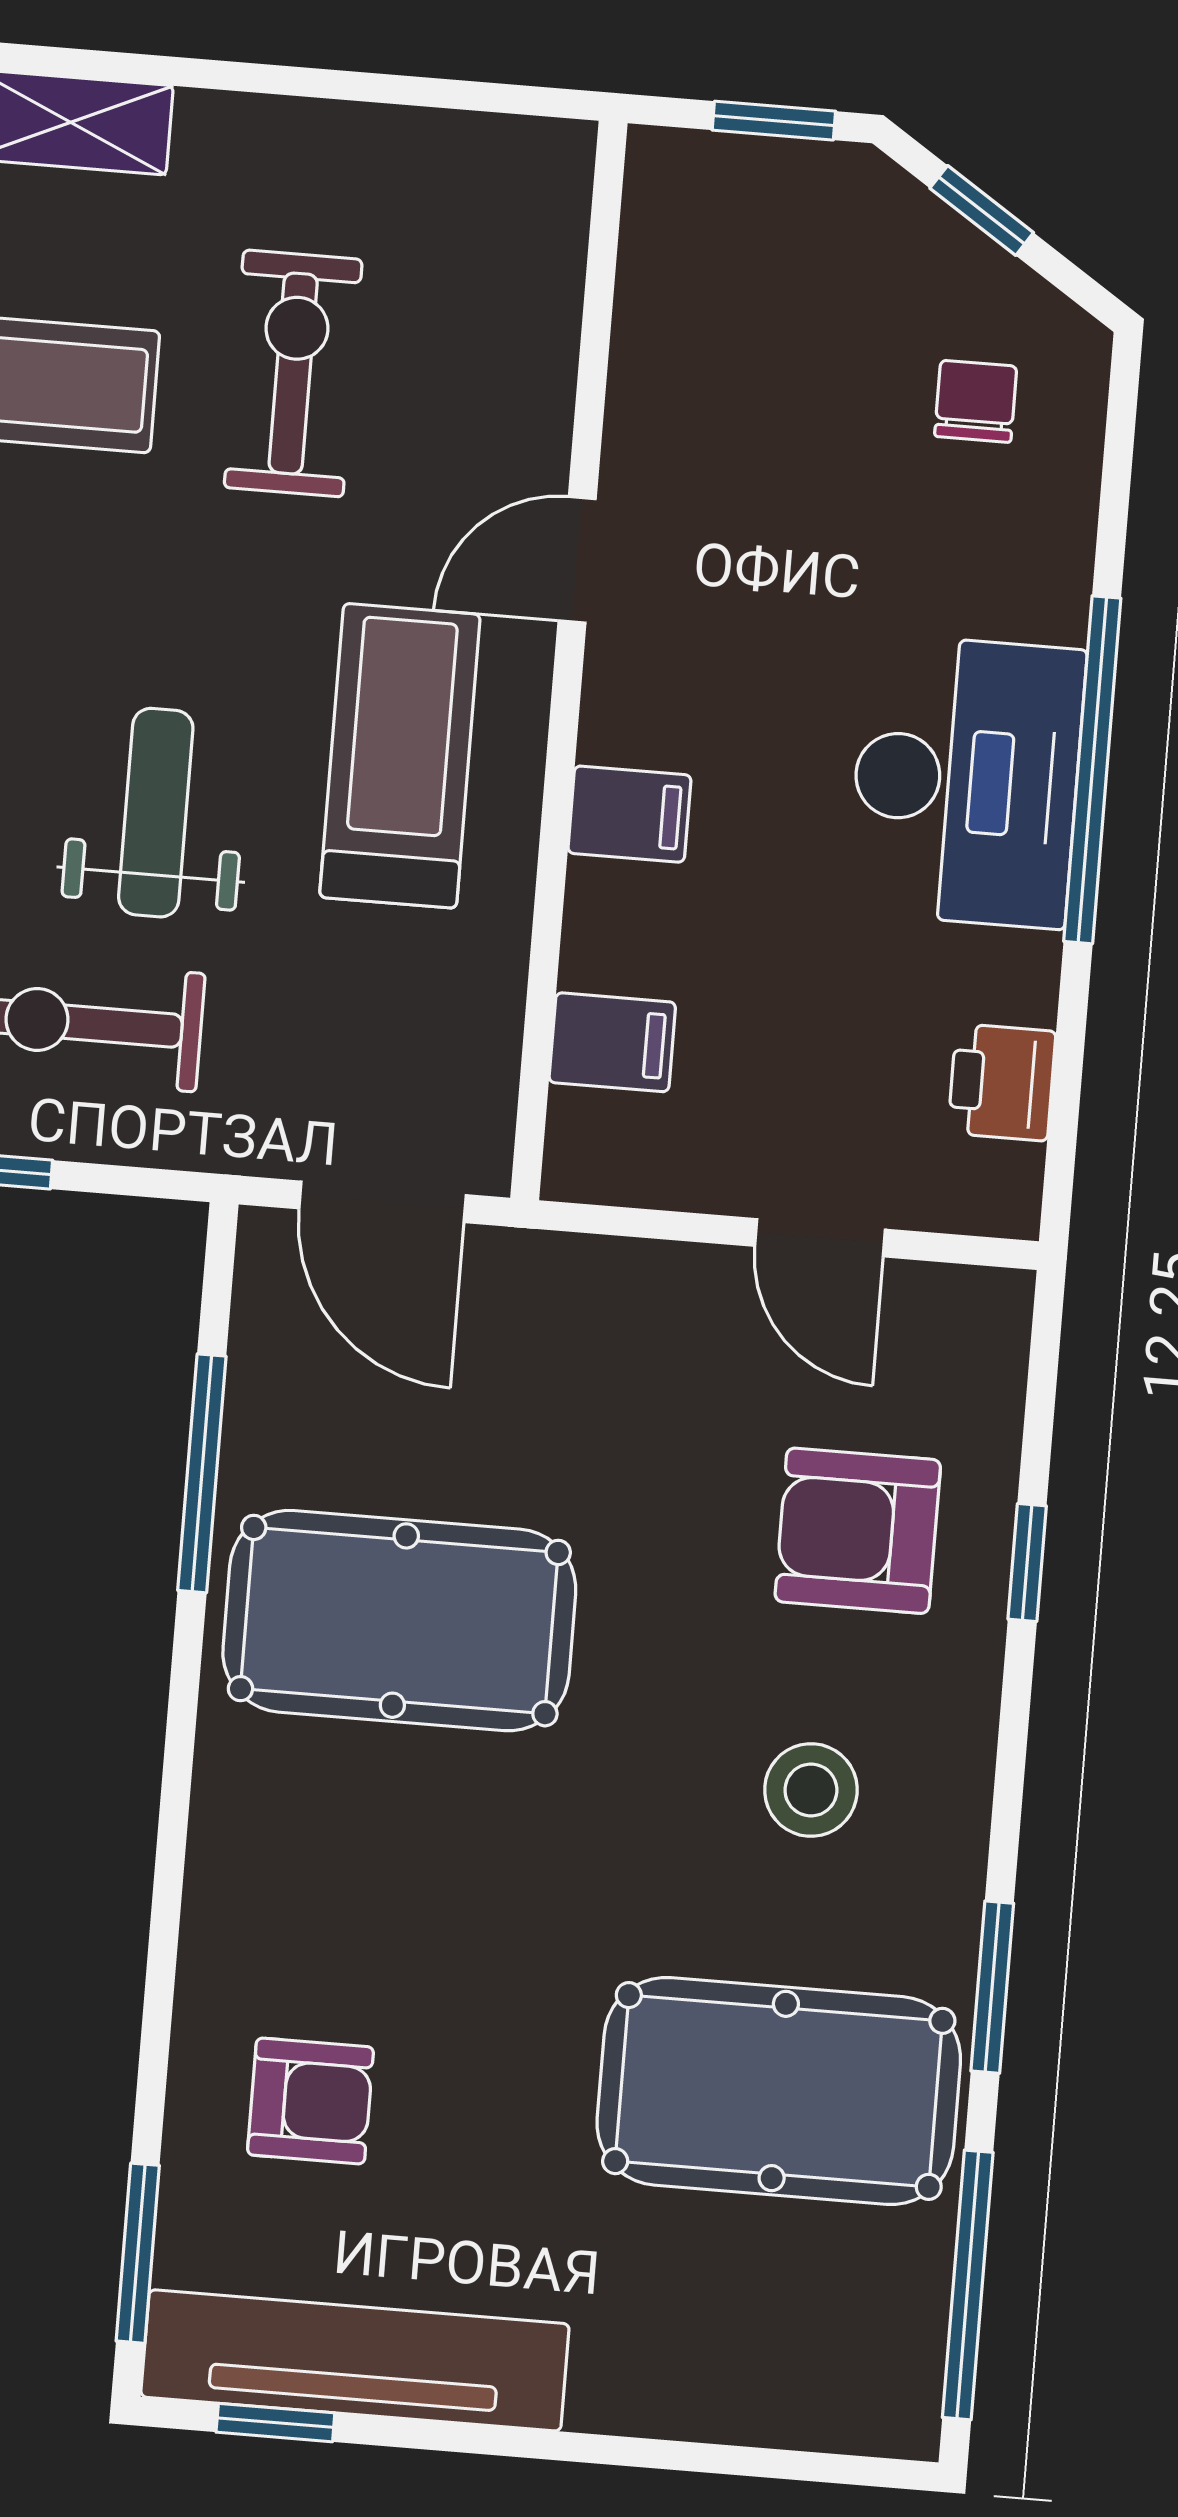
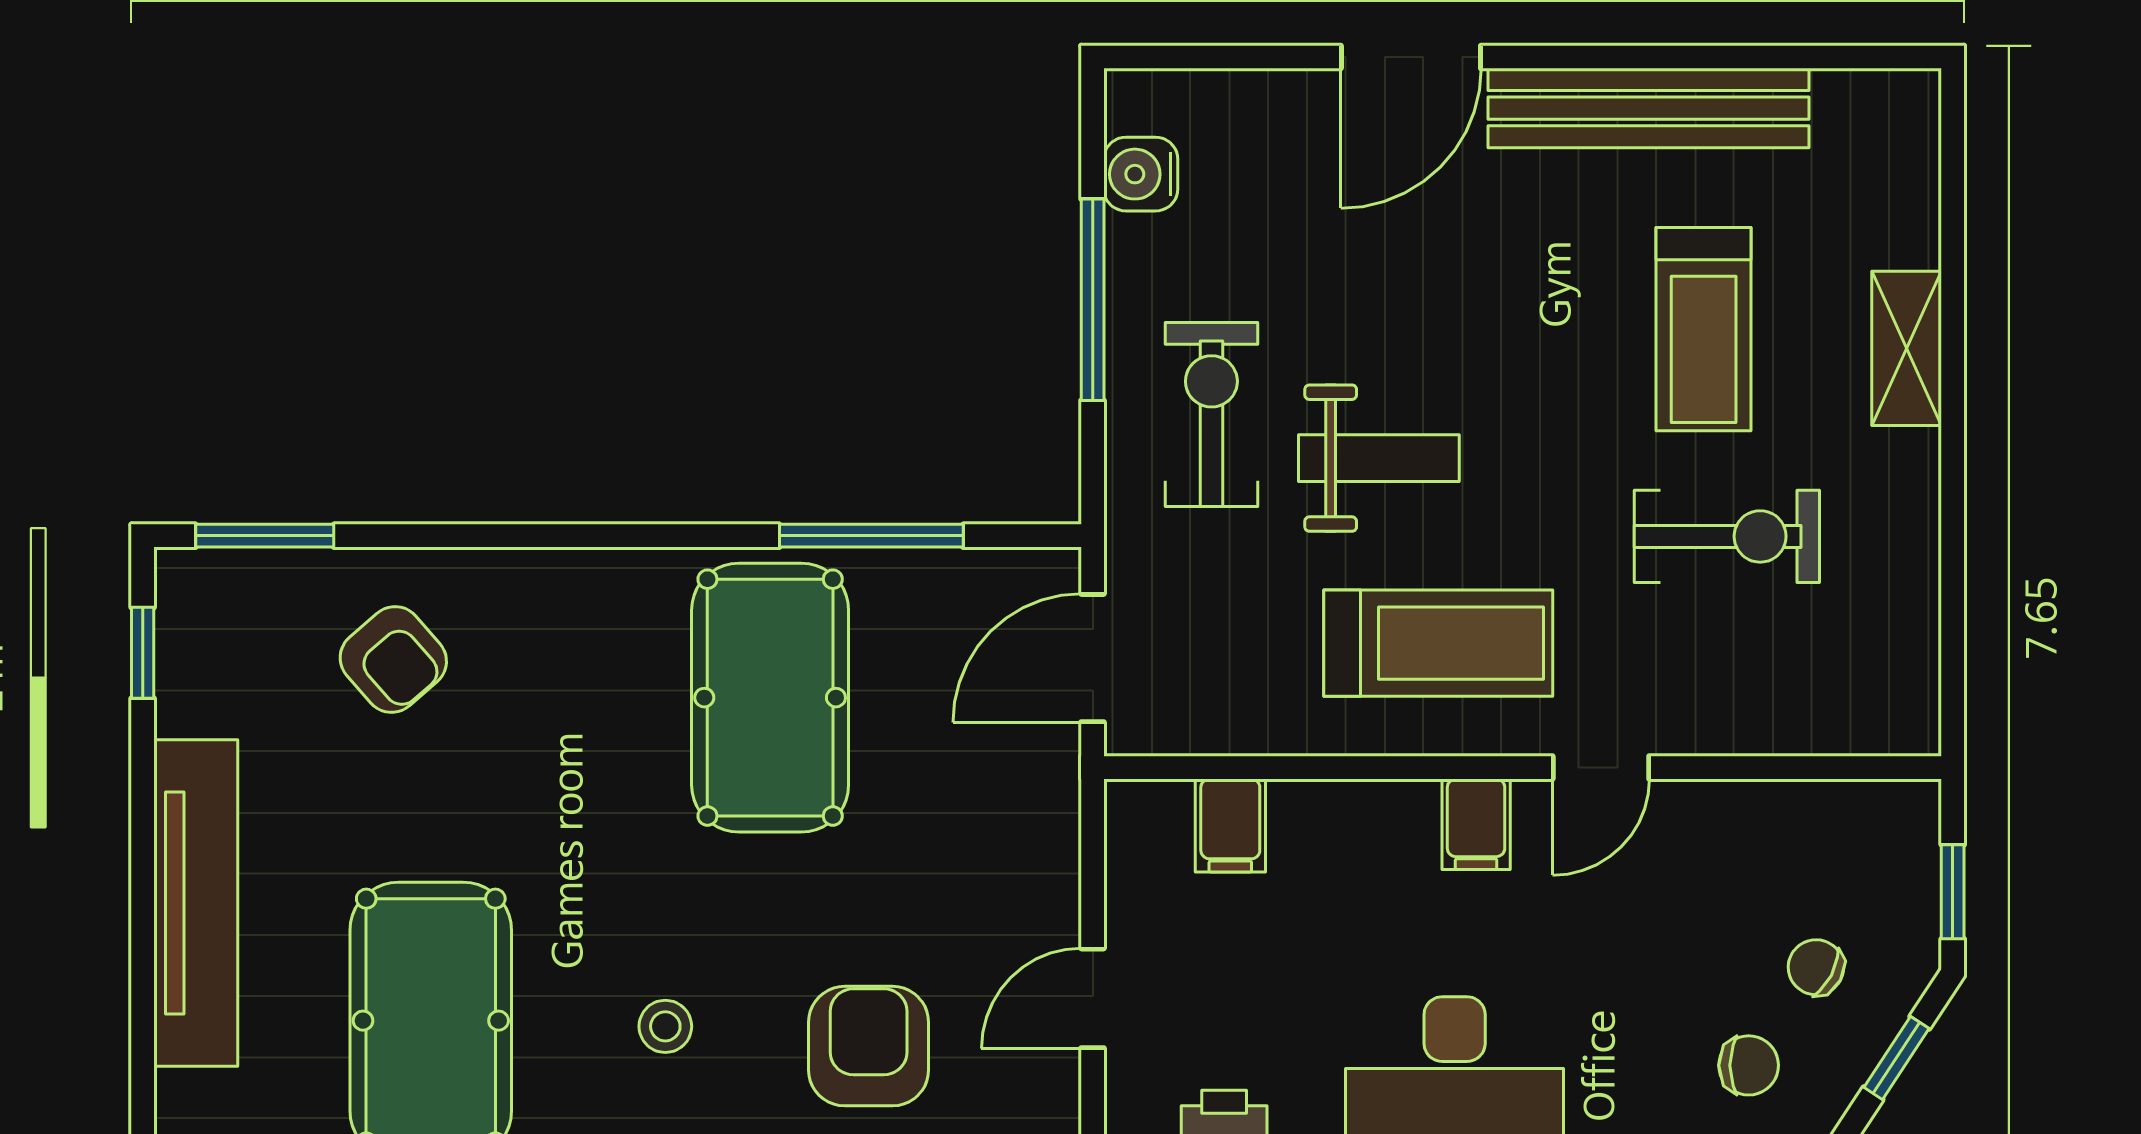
chair: (856, 304) -> (1816, 967), added
door: (577, 560) -> (1601, 768), swing flipped
filing cabinet: (629, 814) -> (1476, 824), moved
stool: (811, 1790) -> (665, 1026), width x0.73, depth x0.73
armchair: (311, 2101) -> (393, 659), turned -41
tv unit: (355, 2360) -> (196, 903), moved

